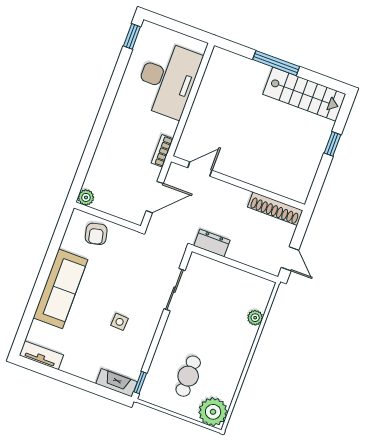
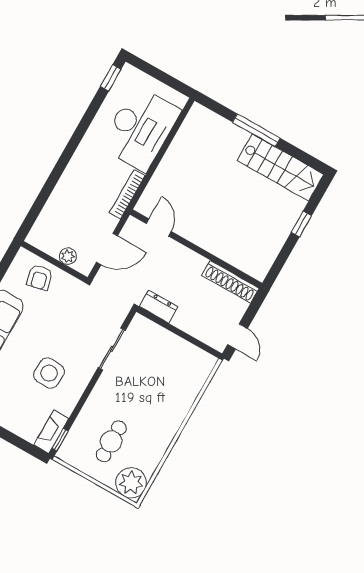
bookcase: (162, 151) -> (127, 194), width x1.56
door: (200, 169) -> (159, 228), hinge flipped
plant: (86, 197) -> (68, 256), moved
plant: (255, 318) -> (191, 392), removed
side table: (120, 322) -> (49, 373), width x1.87, depth x1.87
fireplace: (117, 383) -> (51, 432), moved, turned -90

